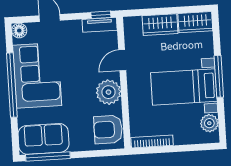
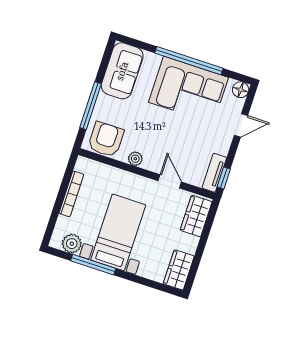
wardrobe: (160, 25) -> (196, 216), moved
window: (219, 76) -> (93, 265), moved
plant: (108, 92) -> (135, 159), width x0.53, depth x0.53
bookcase: (152, 141) -> (71, 194), moved
window: (48, 156) -> (91, 106), moved

